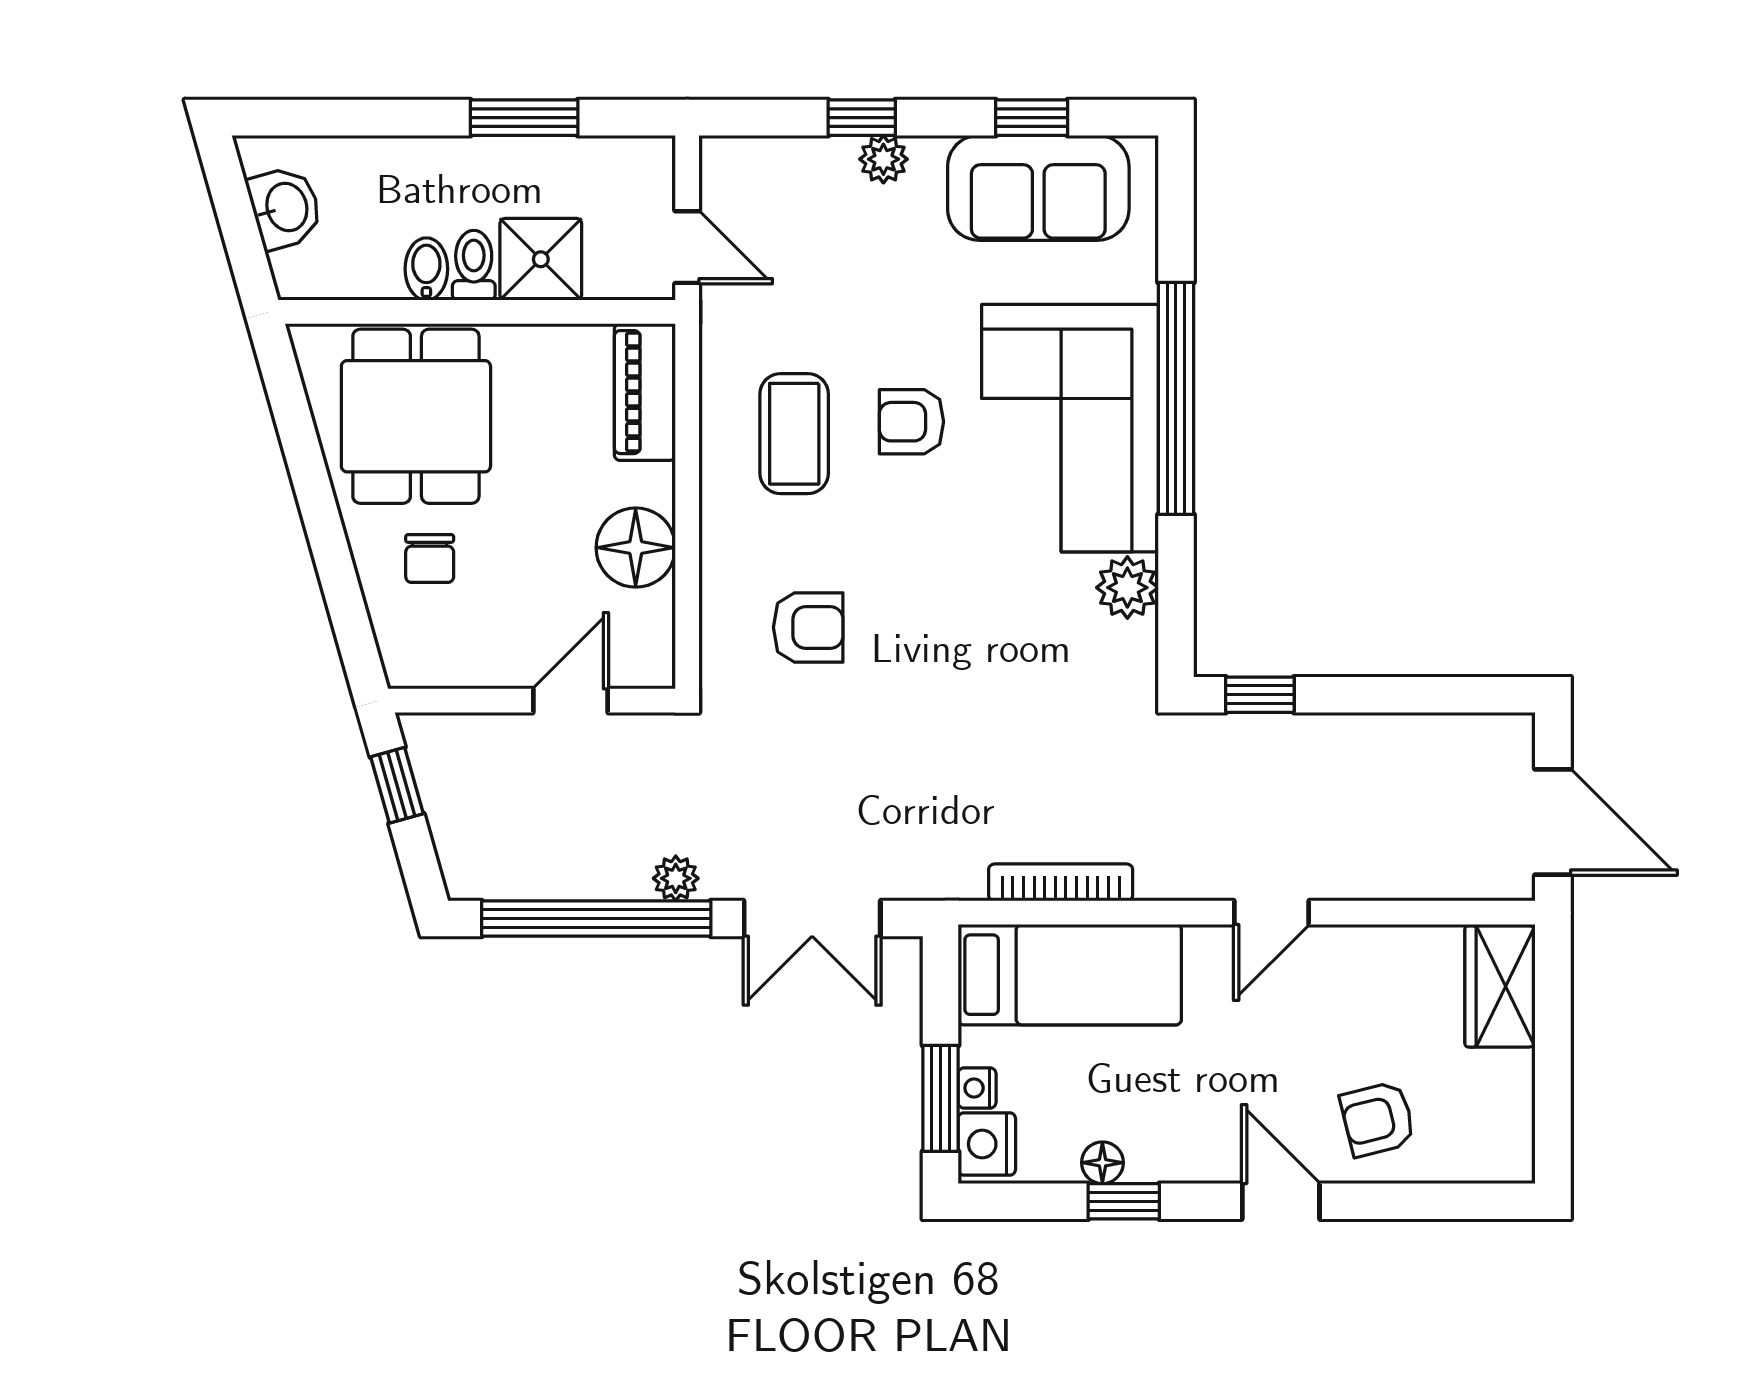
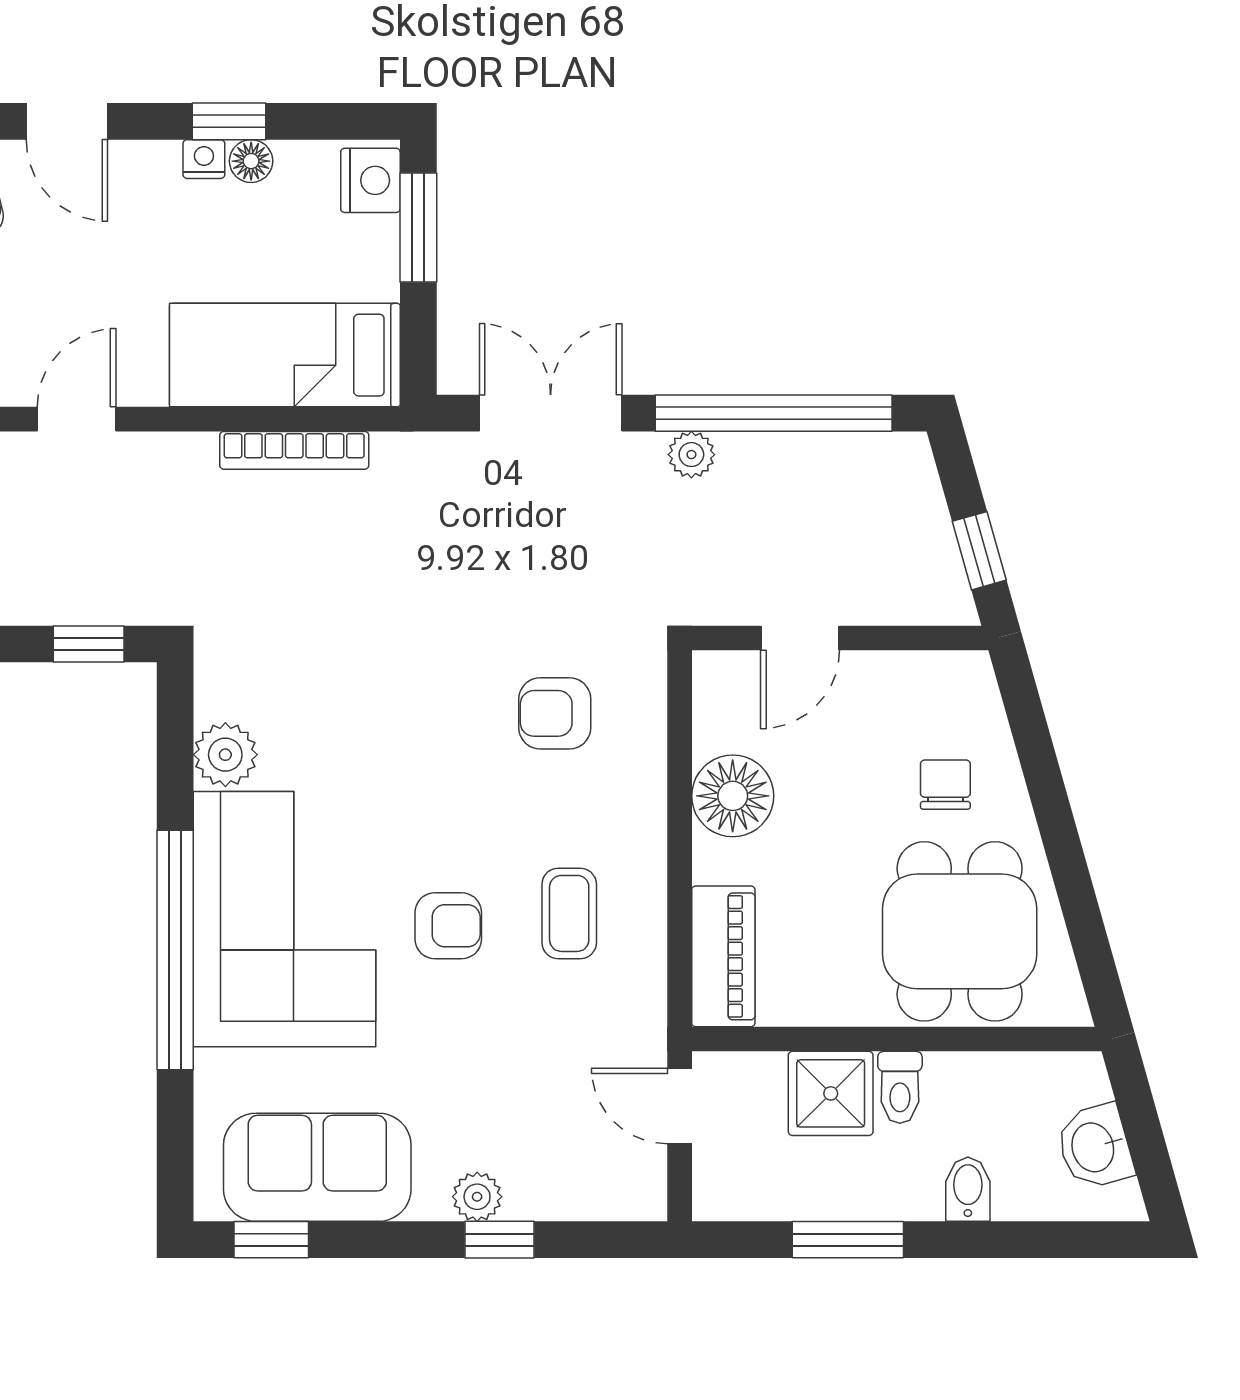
window: (1032, 118) -> (271, 1240), moved
bidet: (426, 269) -> (968, 1189), moved, turned 180
coffee table: (794, 434) -> (569, 913), width x0.73, depth x0.77
nightstand: (977, 1088) -> (204, 159), moved, turned -90

